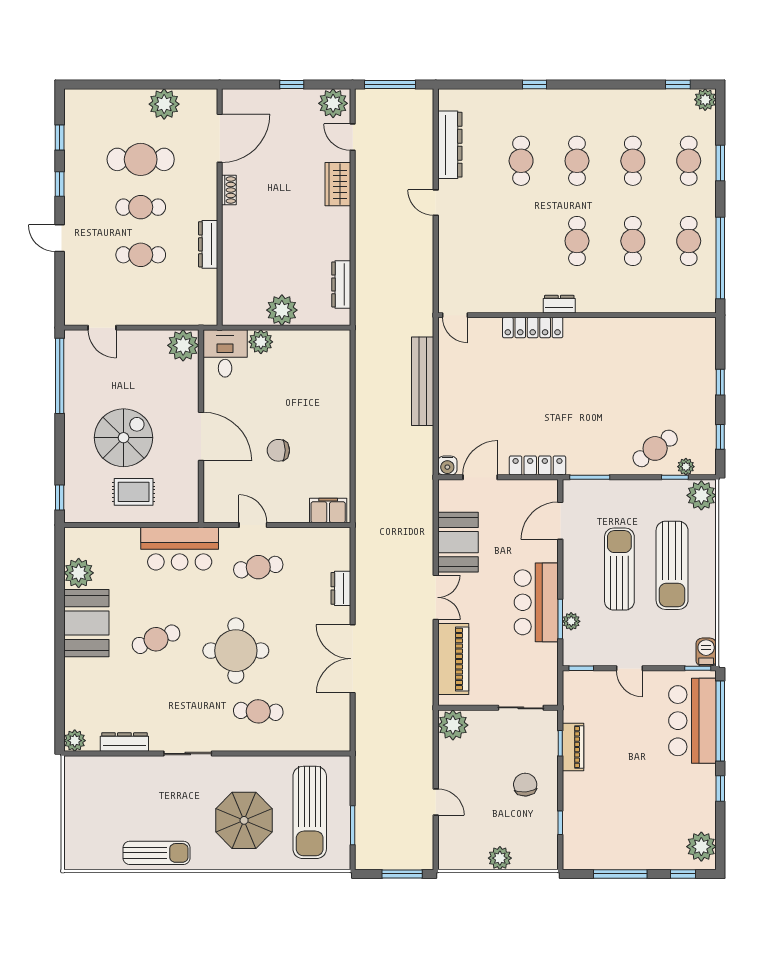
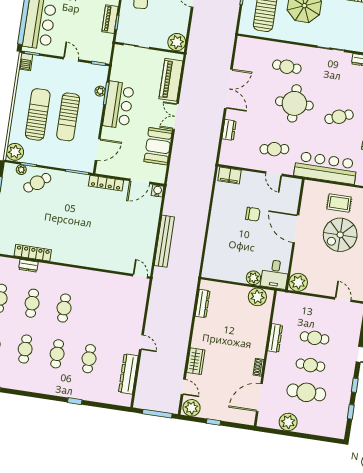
dresser: (559, 304) -> (28, 266), moved
plant: (282, 310) -> (257, 297), moved
locker: (533, 328) -> (33, 253), moved
bar counter: (180, 549) -> (326, 168), width x1.36

